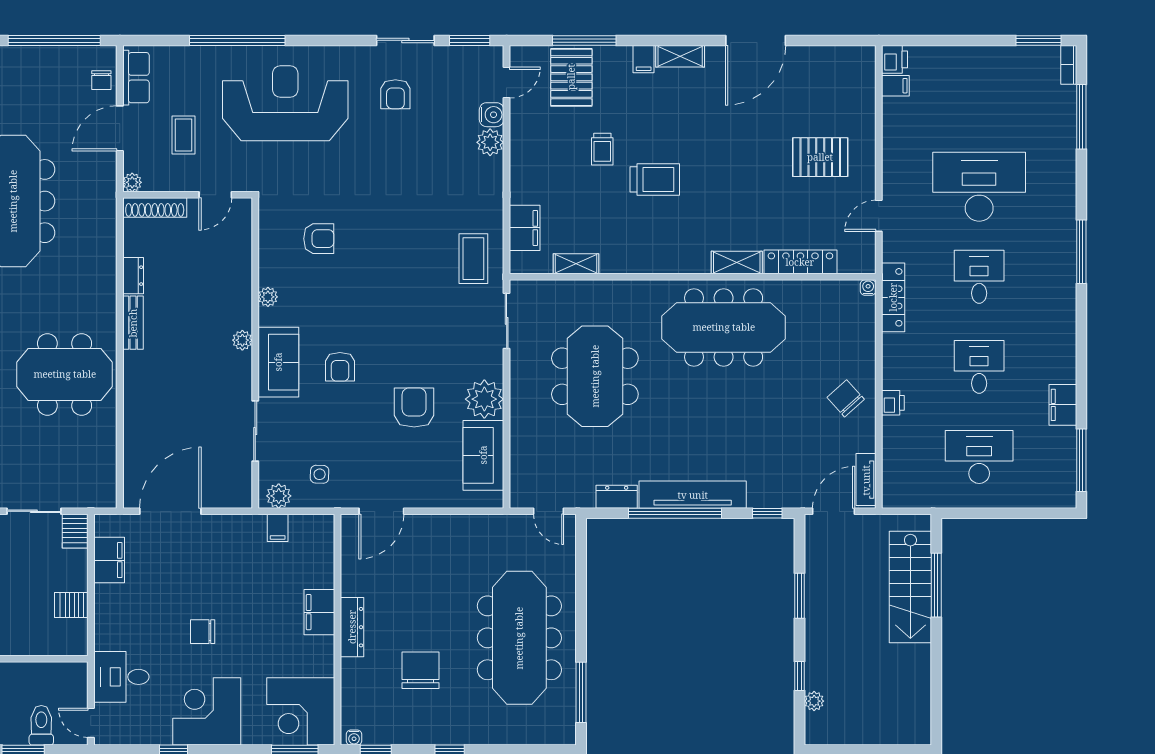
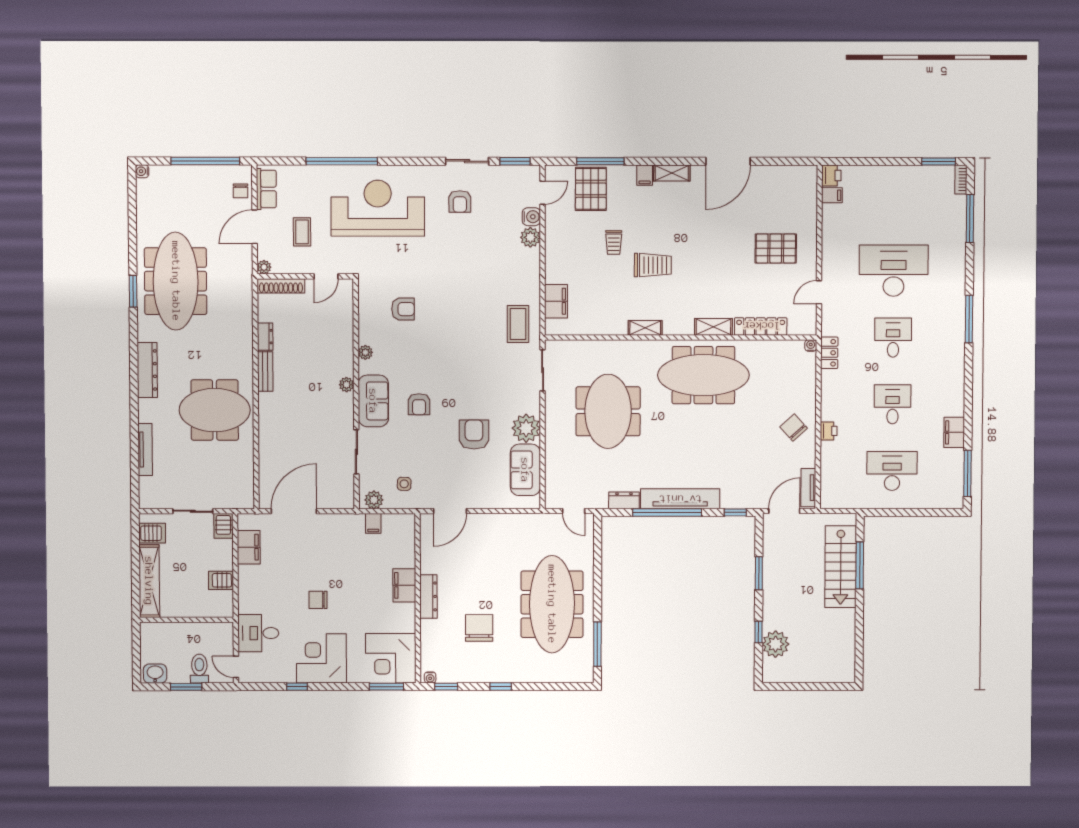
shelving: (576, 264) -> (645, 328), moved
locker: (893, 297) -> (829, 353), width x0.66
plant: (814, 701) -> (776, 644), width x1.87, depth x1.87

